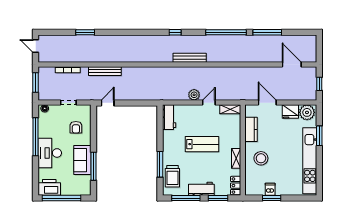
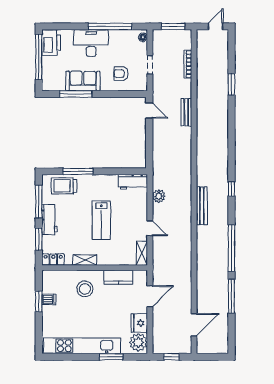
bench: (105, 71) -> (186, 112), width x0.73
plant: (194, 95) -> (159, 196), moved

